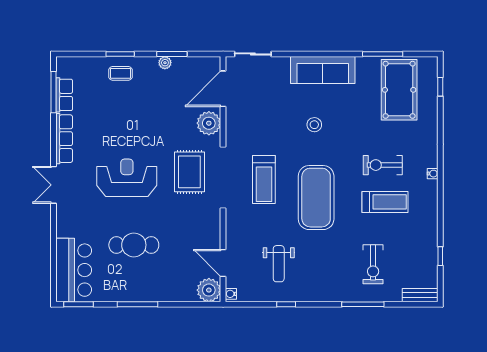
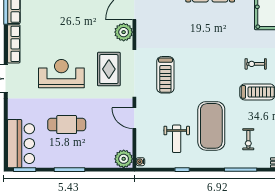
stool: (314, 125) -> (204, 33), removed
exercise bike: (383, 165) -> (256, 64), width x0.73, depth x0.72
exercise mat: (316, 198) -> (211, 126), moved
door: (223, 263) -> (134, 118), moved
exercise bike: (373, 264) -> (248, 139), width x0.73, depth x0.72

